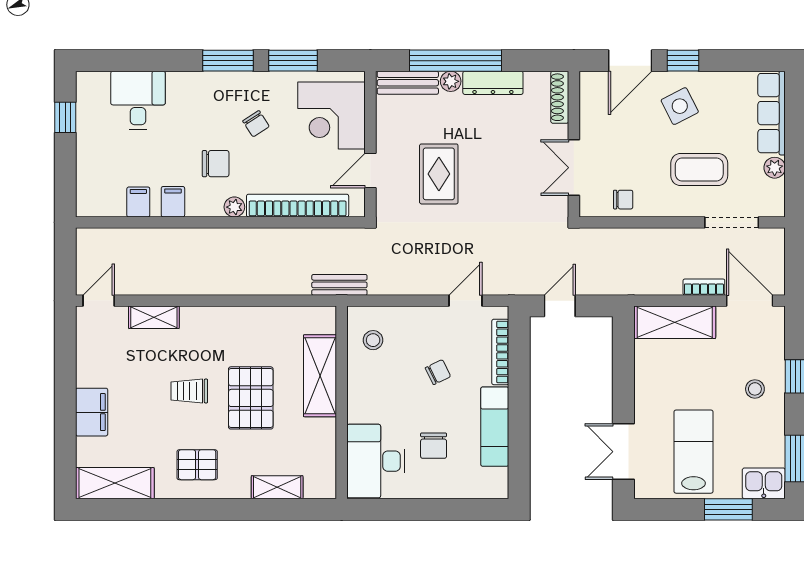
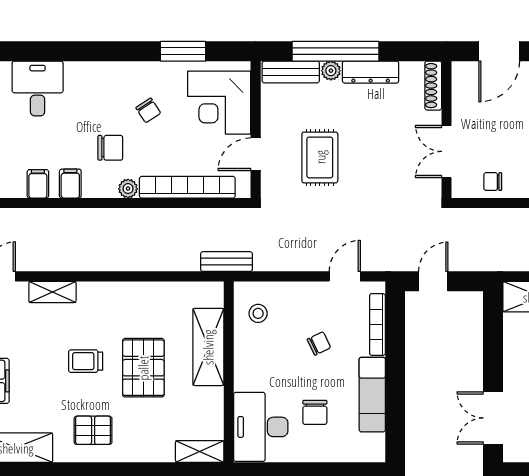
window: (228, 61) -> (122, 51), removed
chair: (623, 200) -> (493, 182), turned 180
shelving: (277, 487) -> (200, 451), moved

